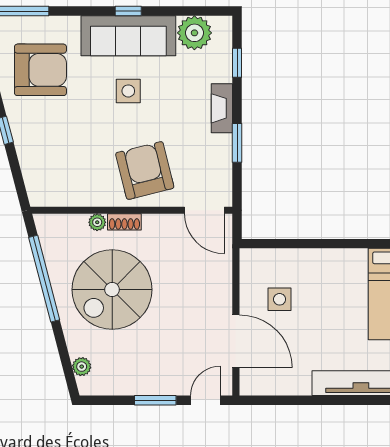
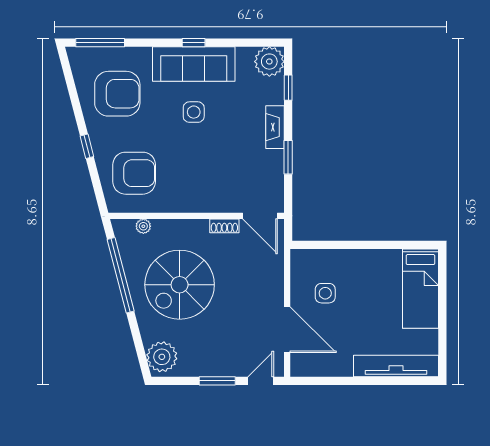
plant: (194, 33) -> (269, 62), moved
armchair: (145, 170) -> (134, 173), moved, turned 104
plant: (97, 222) -> (143, 226), moved
shoe rack: (124, 222) -> (224, 226), moved
plant: (82, 367) -> (162, 357), width x1.88, depth x1.88

